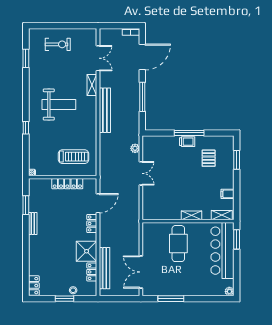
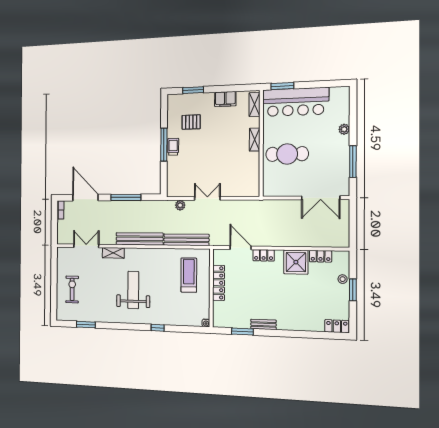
filing cabinet: (228, 194) -> (225, 99), width x2.00
bench: (104, 268) -> (186, 240), moved
plant: (229, 291) -> (344, 129), moved

